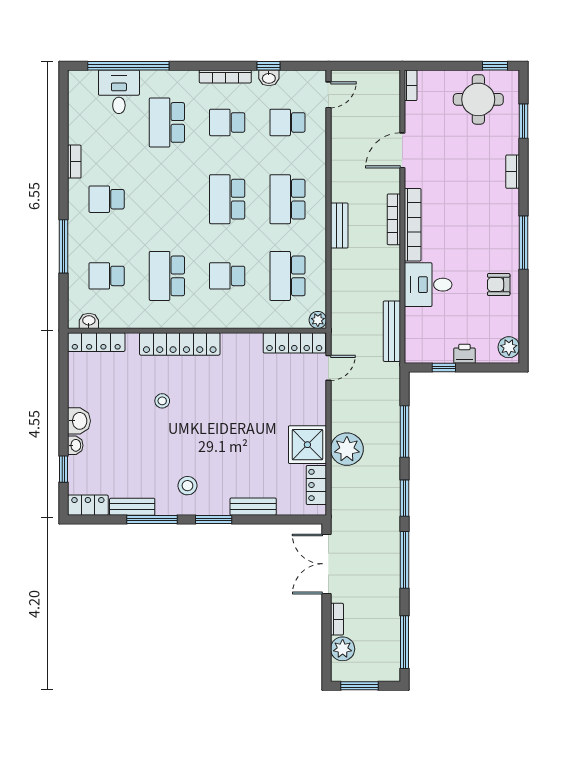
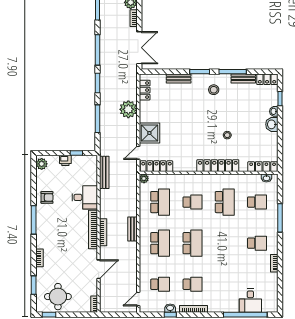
school desk: (167, 122) -> (225, 284), removed
shower: (307, 445) -> (149, 133), moved

